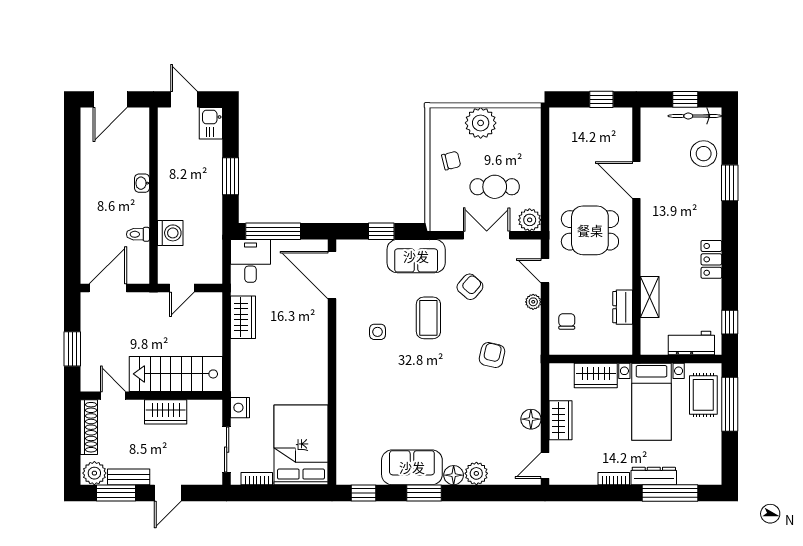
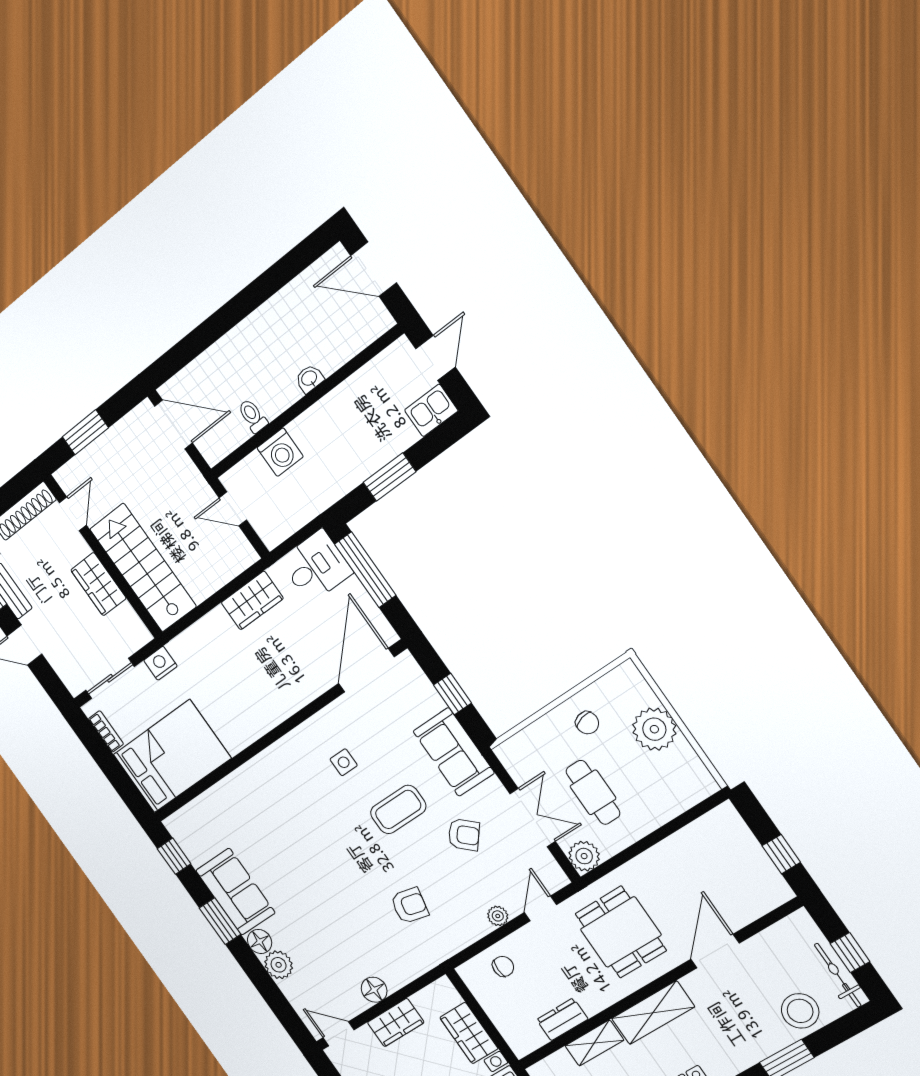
shelving: (652, 246) -> (653, 1013), added

